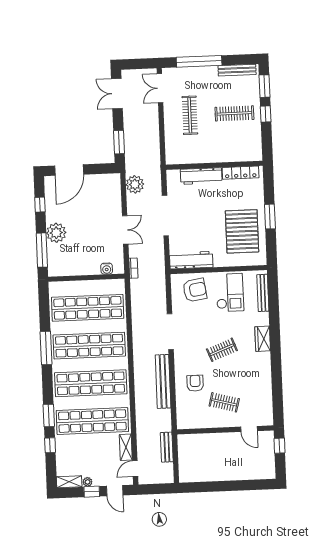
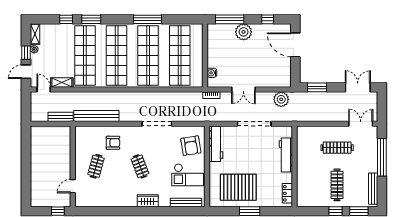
locker: (241, 173) -> (287, 193), width x0.66
bench: (163, 381) -> (96, 116), moved

